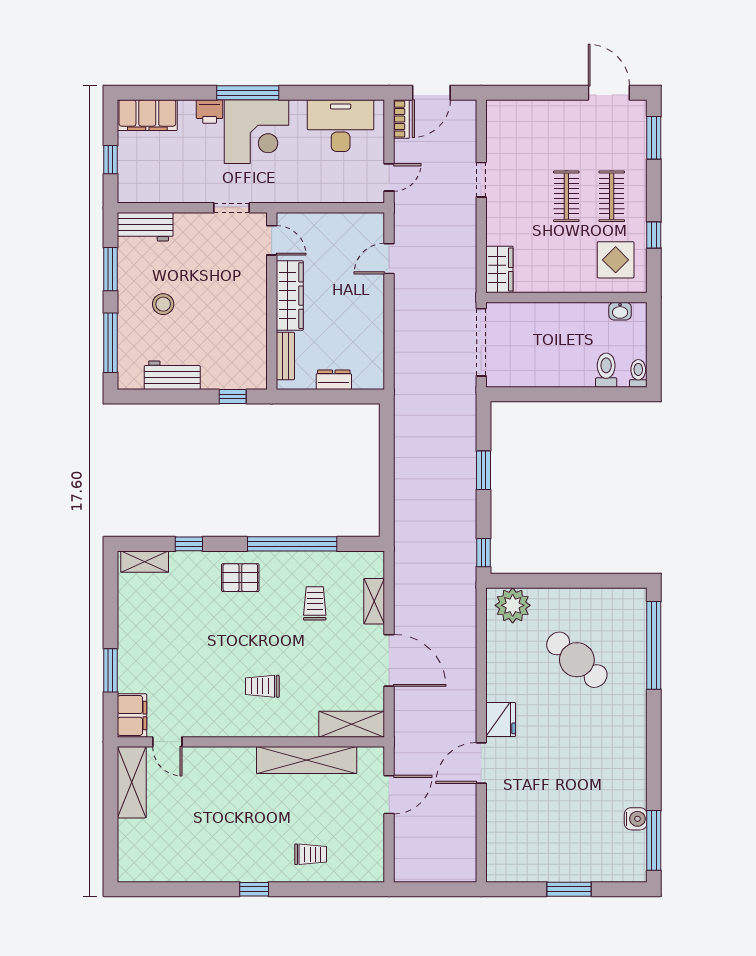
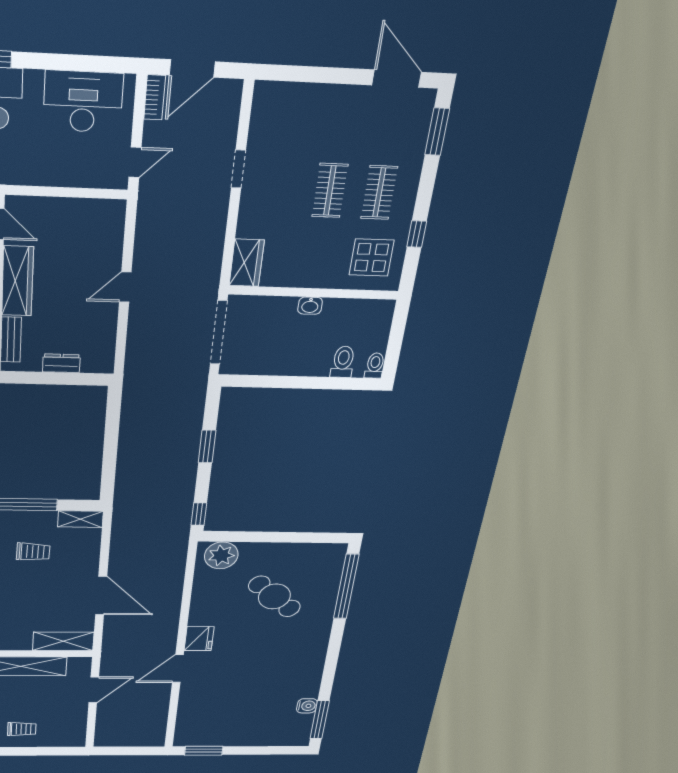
door: (389, 259) -> (125, 287), moved
washbasin: (620, 311) -> (310, 306), moved
shelving: (374, 601) -> (80, 519), moved, turned 90
trolley: (315, 603) -> (33, 552), turned 92
window: (569, 889) -> (204, 751), moved

